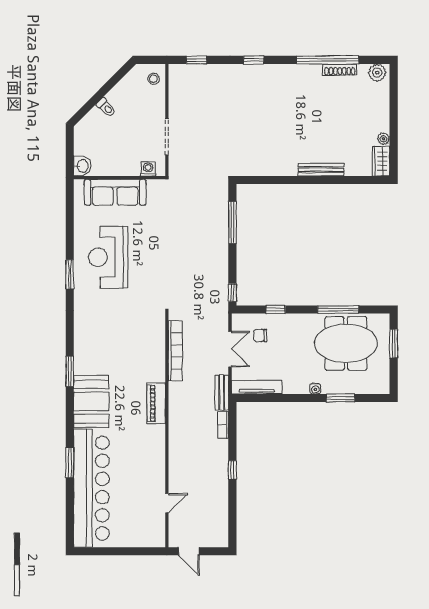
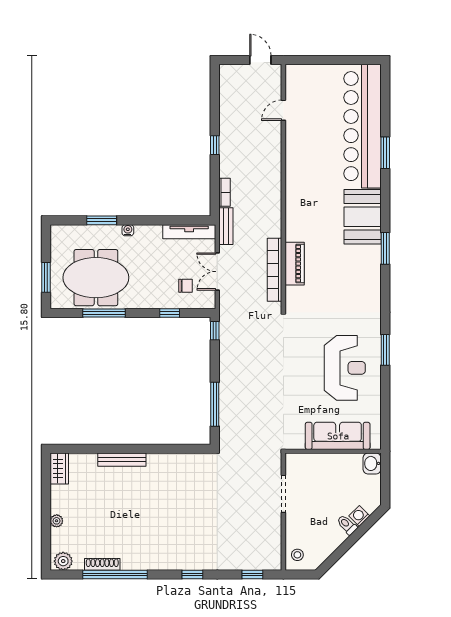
plant: (383, 139) -> (57, 521), moved
washing machine: (148, 169) -> (359, 516), moved, turned 135
piano: (156, 403) -> (295, 264), moved

